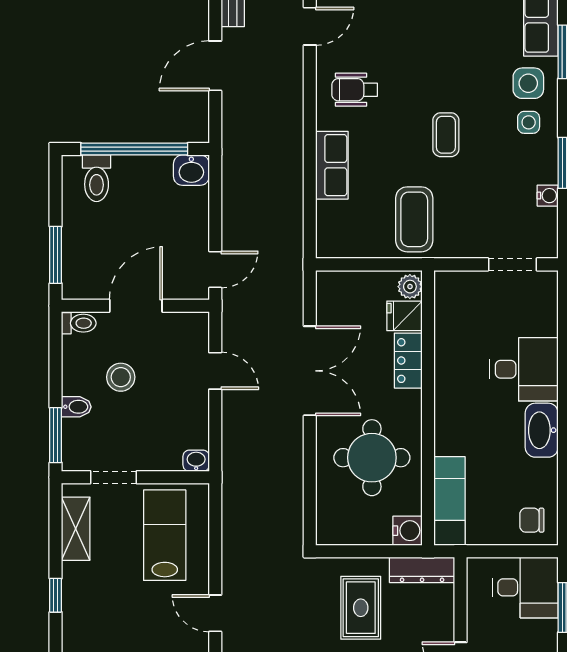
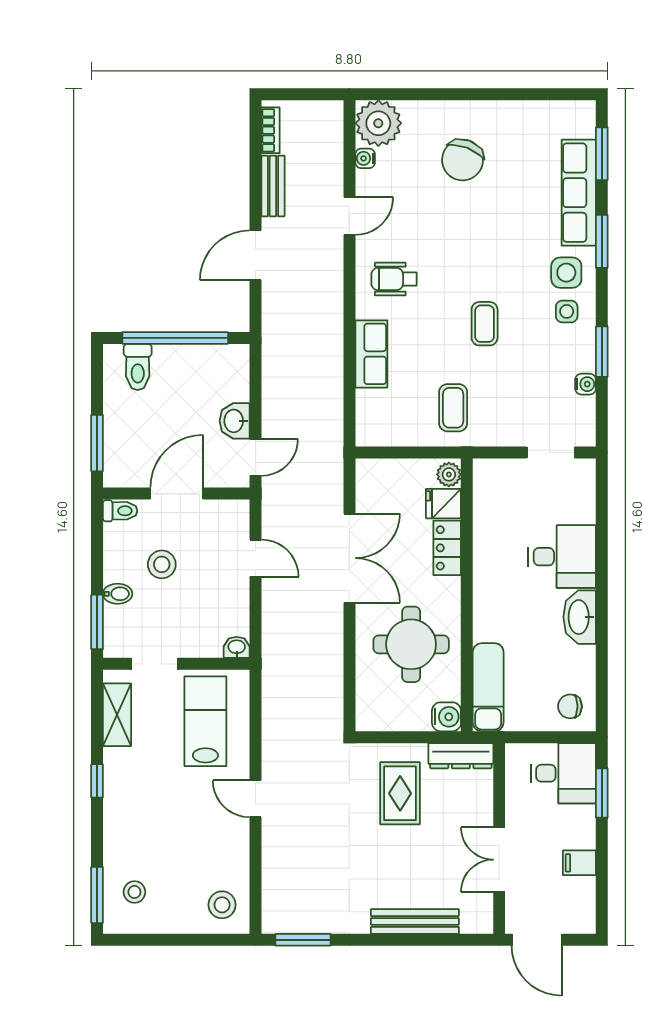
washbasin: (191, 170) -> (235, 421), moved, turned 90
coffee table: (414, 219) -> (453, 408), width x0.73, depth x0.77

